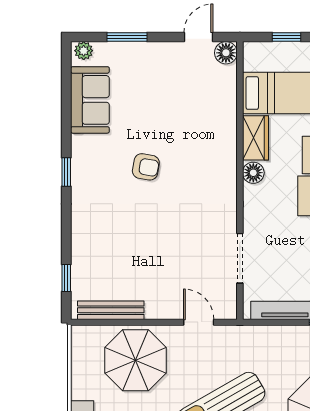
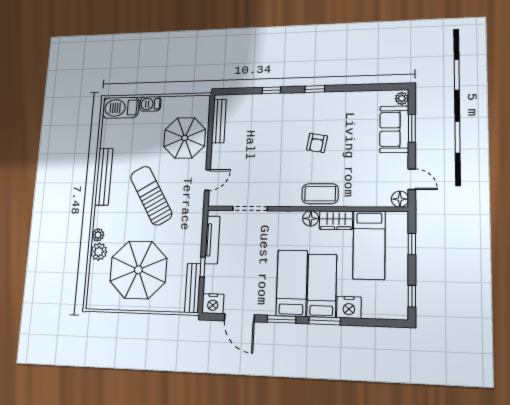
sofa: (90, 100) -> (394, 129), moved, turned 90
coffee table: (219, 161) -> (320, 194), added
window: (66, 278) -> (271, 90), moved

